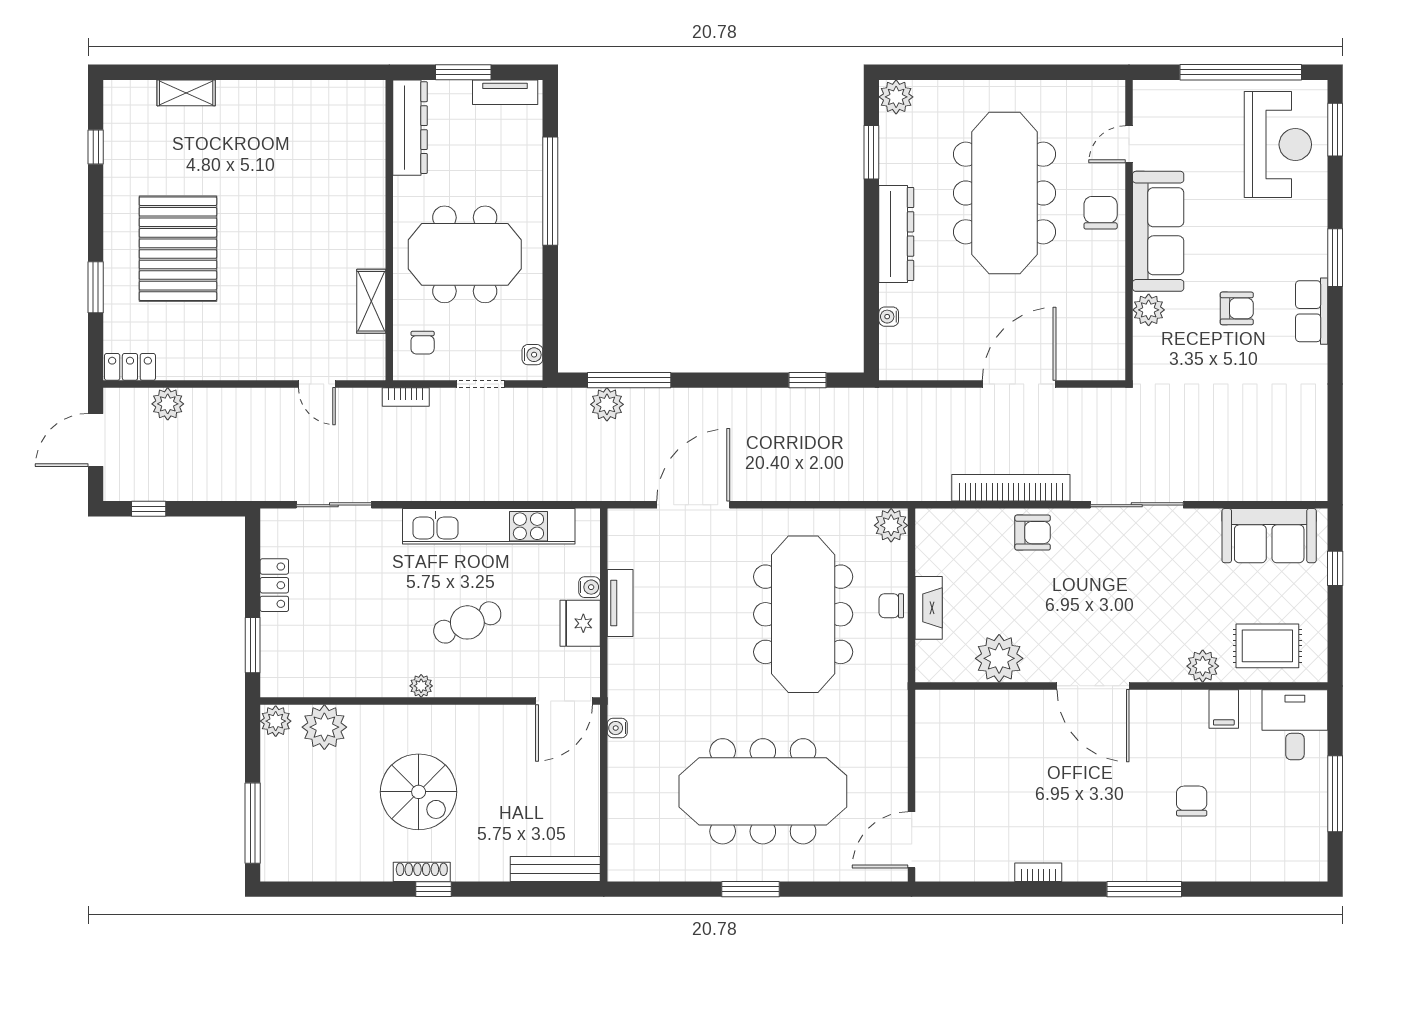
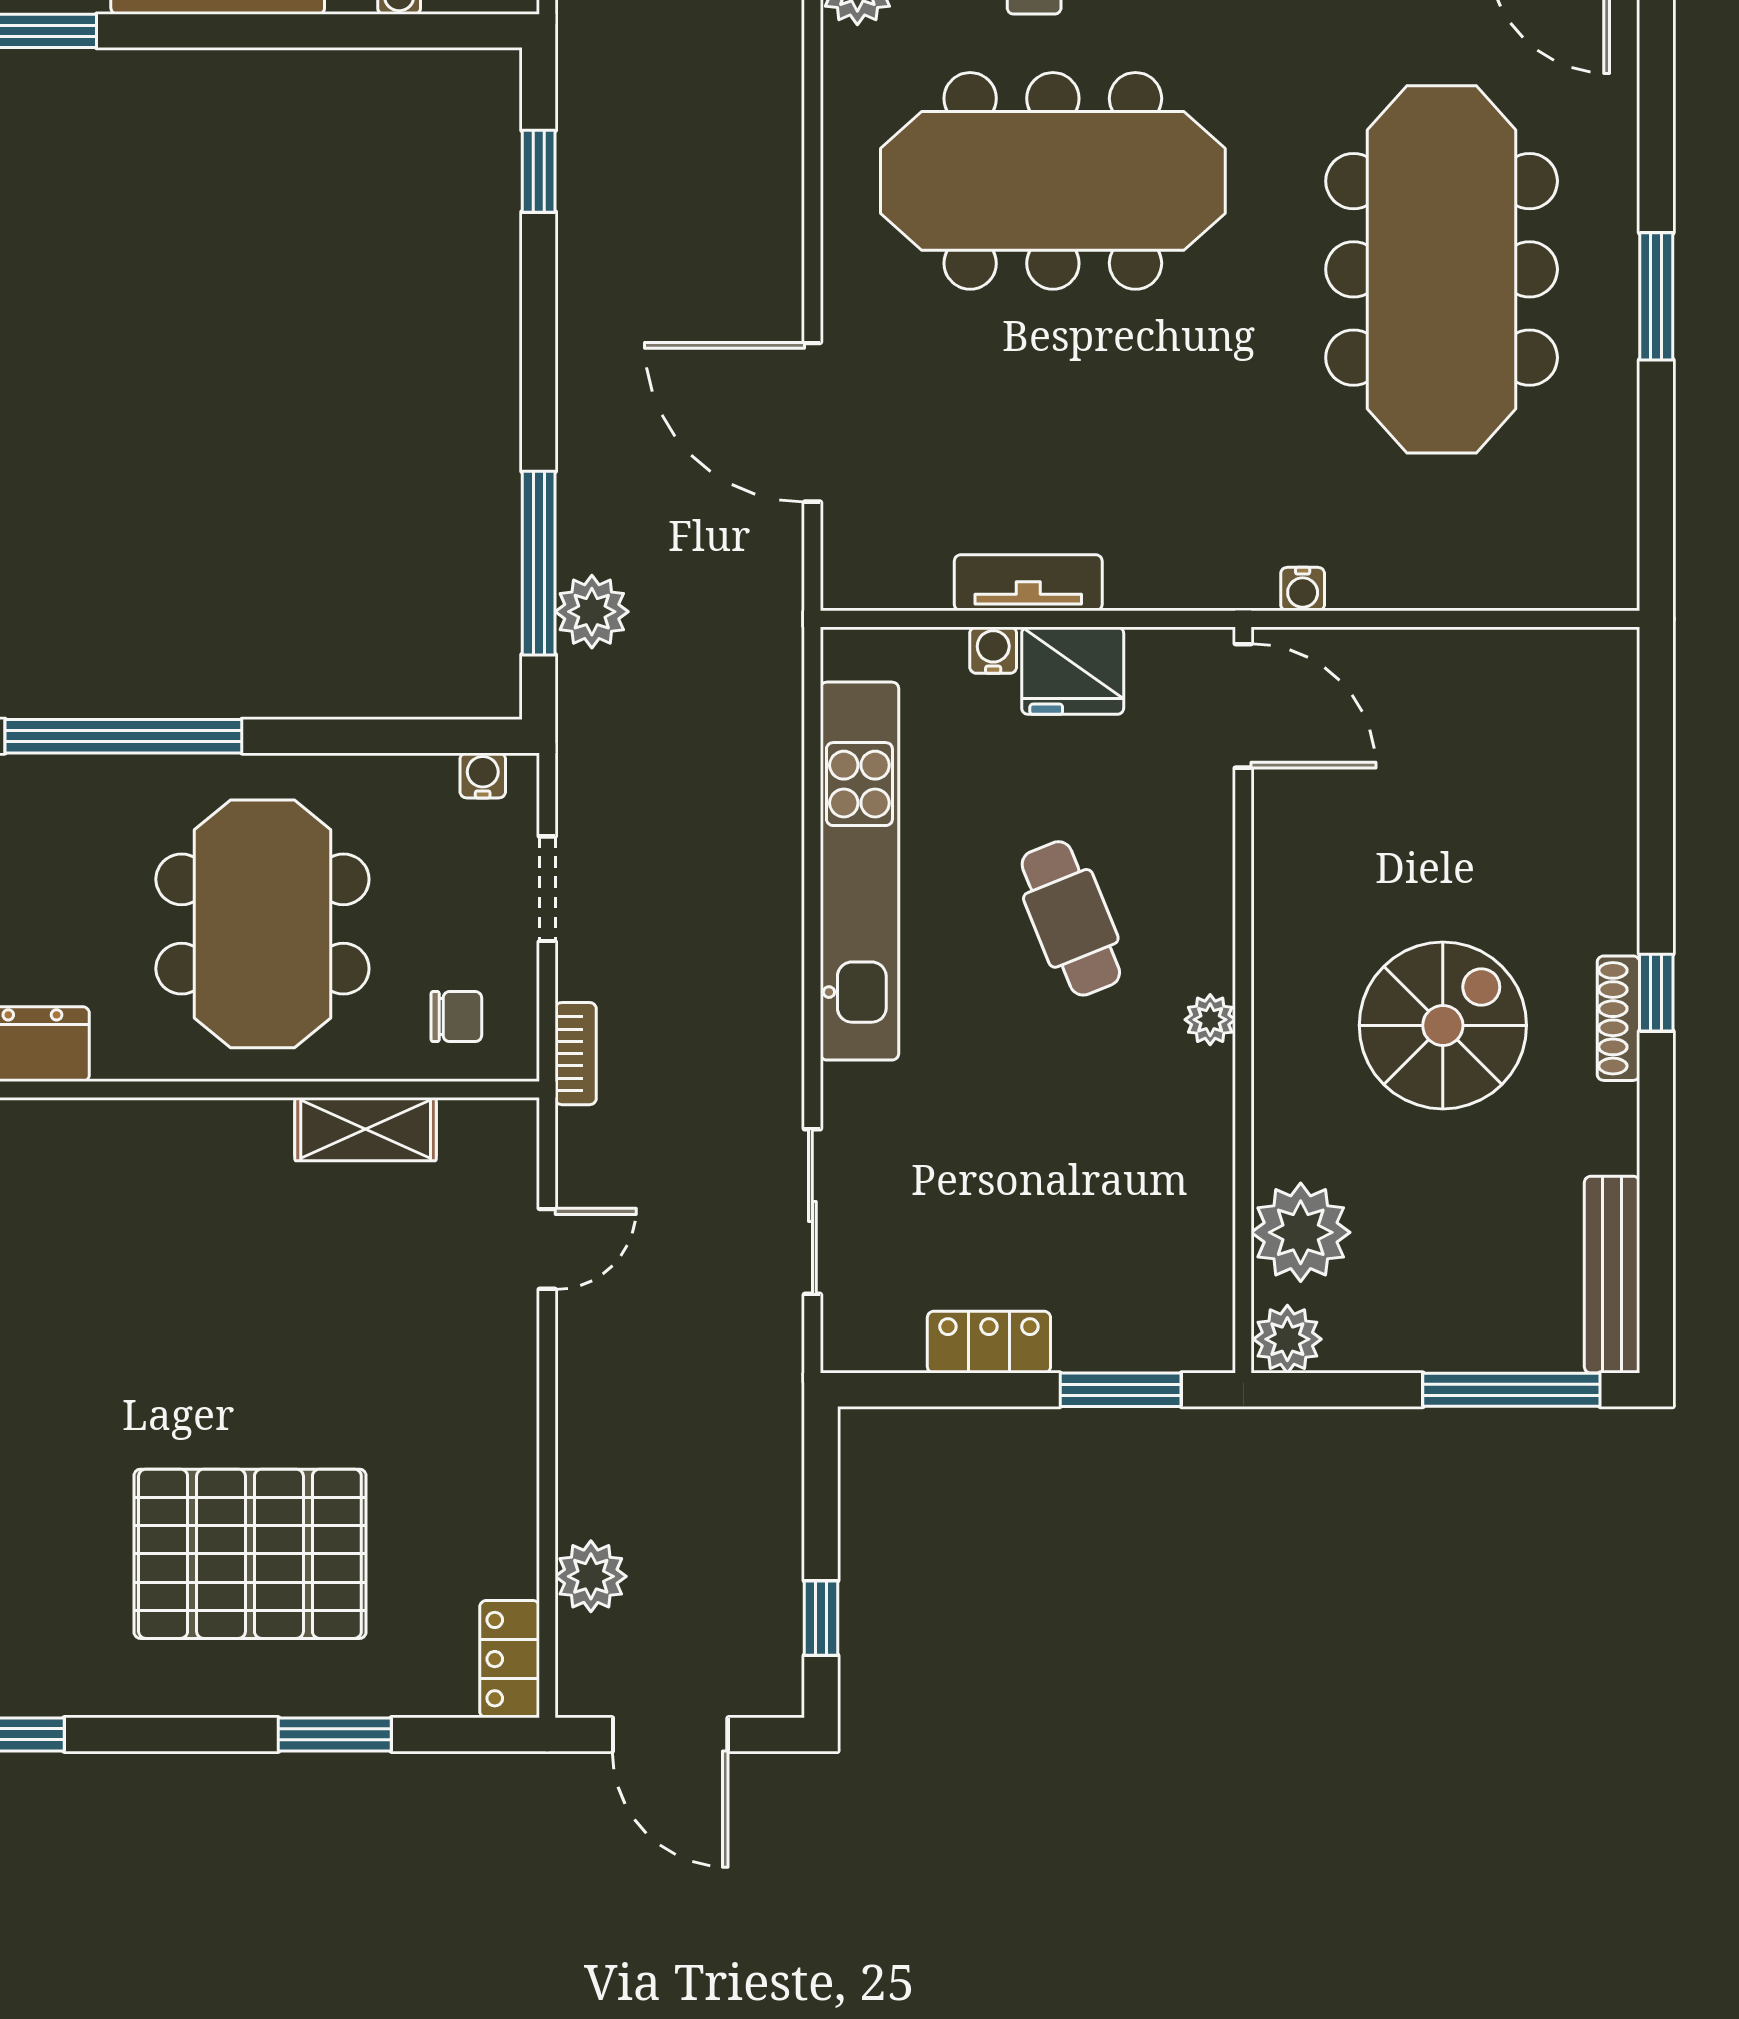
bench: (555, 869) -> (1612, 1275), moved

